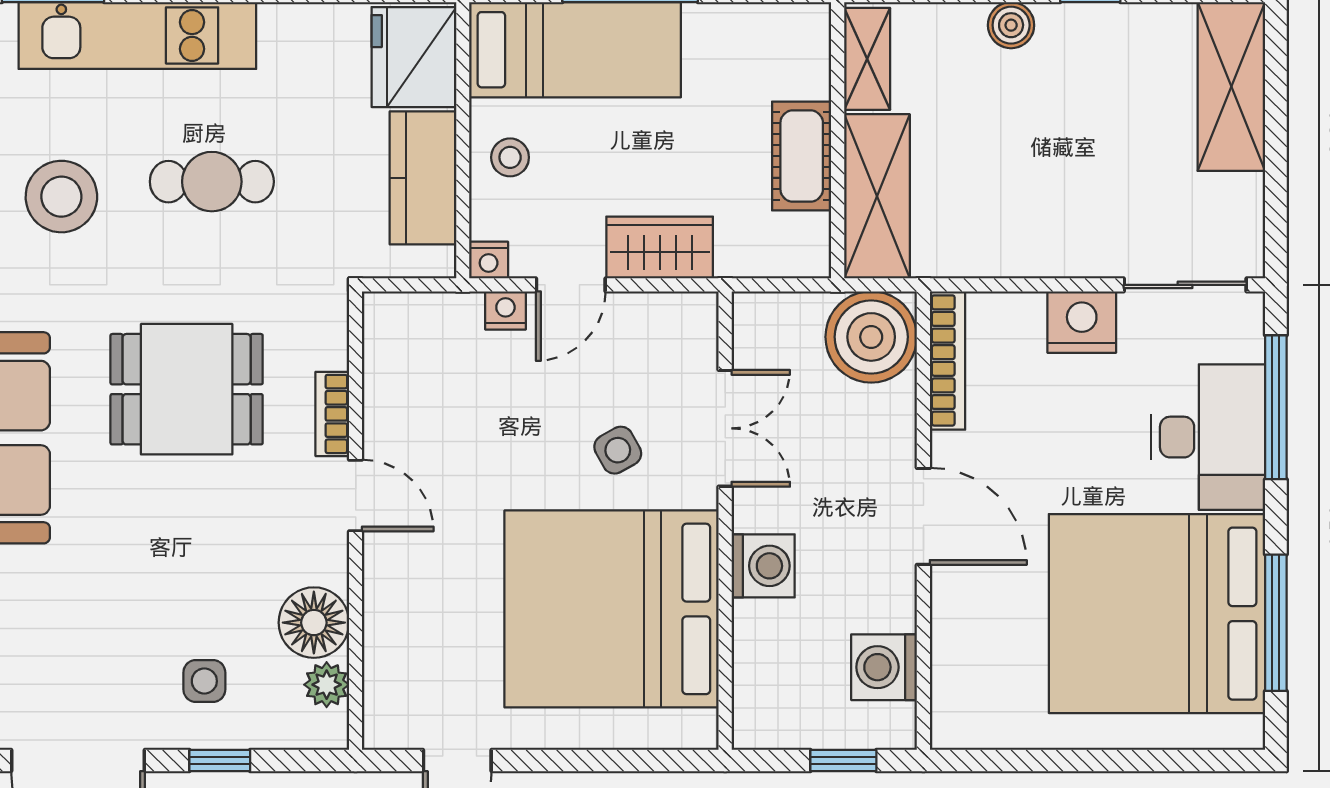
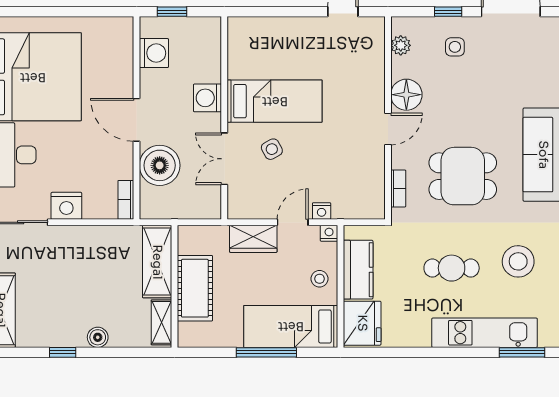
cot: (802, 156) -> (195, 288), width x1.37, depth x1.34
boiler: (871, 337) -> (160, 165), moved
bookcase: (947, 360) -> (126, 200), width x0.64
bookcase: (332, 414) -> (398, 188), moved
door: (356, 496) -> (388, 129), swing flipped
bed: (612, 609) -> (275, 101), width x0.49
floor lamp: (314, 623) -> (406, 95), moved

